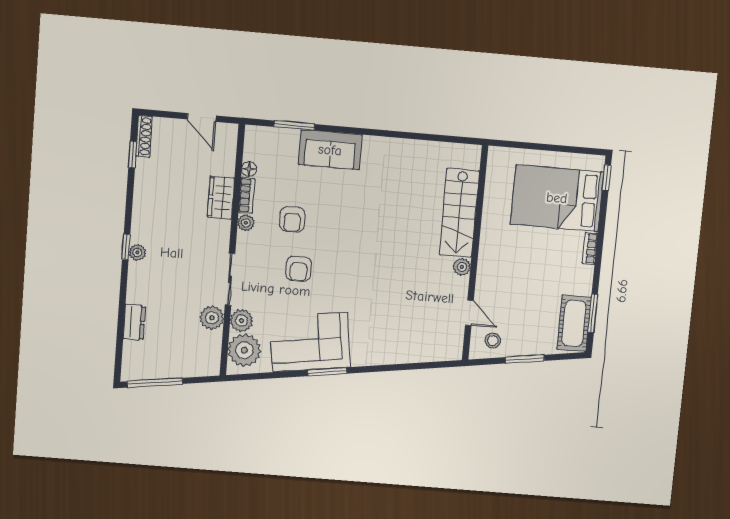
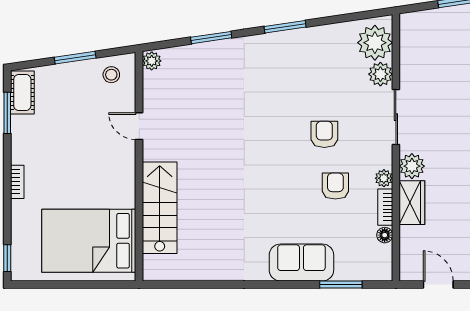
bed: (557, 198) -> (89, 241), moved, turned 180
plant: (462, 267) -> (152, 61), moved
door: (469, 313) -> (139, 126), moved
plant: (212, 318) -> (412, 166), moved
cot: (574, 323) -> (22, 93), width x0.73, depth x0.75
corner sofa: (310, 342) -> (306, 57), removed
window: (397, 367) -> (211, 38), added

